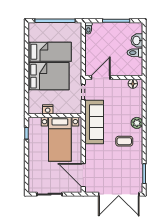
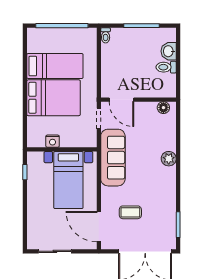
door: (101, 78) -> (121, 100), swing flipped
coffee table: (124, 141) -> (130, 212), moved

